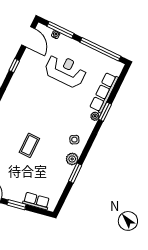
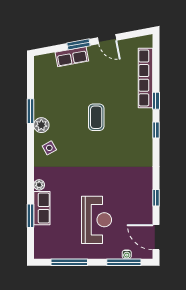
window: (100, 49) -> (69, 262), width x0.68
reception desk: (65, 71) -> (96, 220), turned -90
row of seats: (104, 93) -> (42, 208), width x0.68
window: (105, 112) -> (30, 216), moved
row of seats: (36, 201) -> (72, 57), moved

